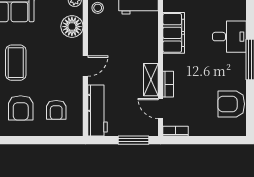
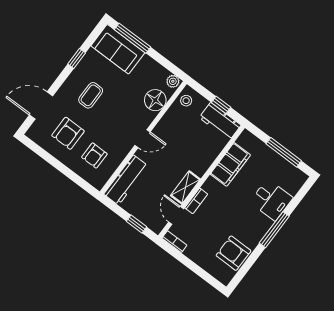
coffee table: (16, 63) -> (91, 95), width x0.73, depth x0.77
window: (133, 140) -> (137, 224), width x0.67

